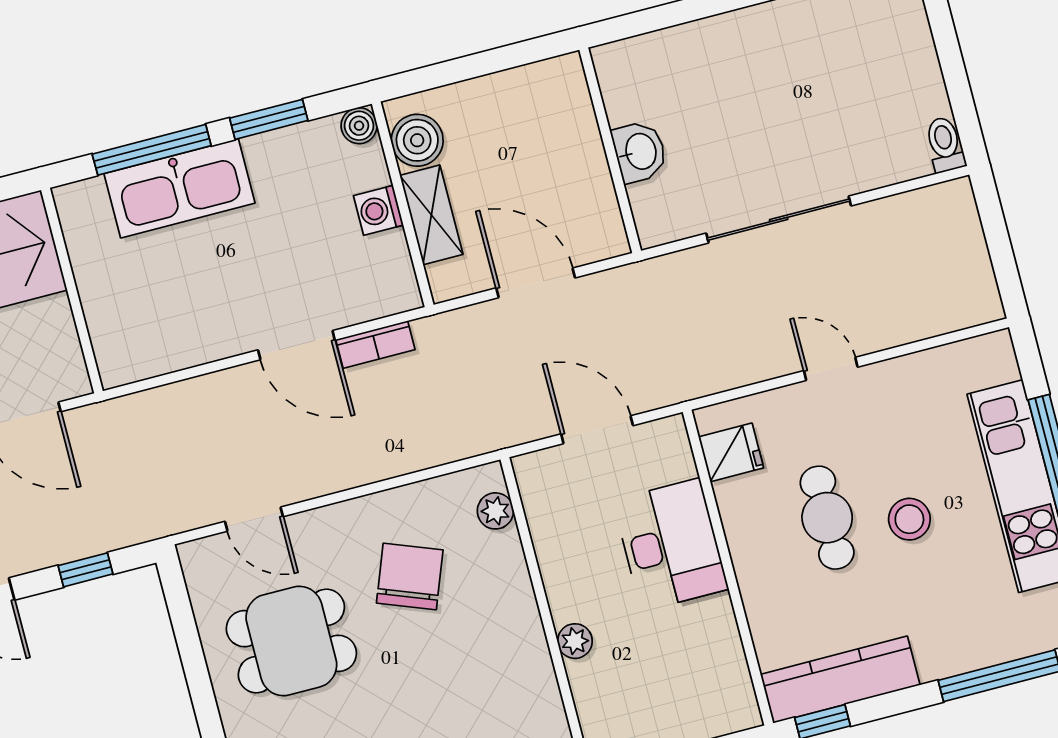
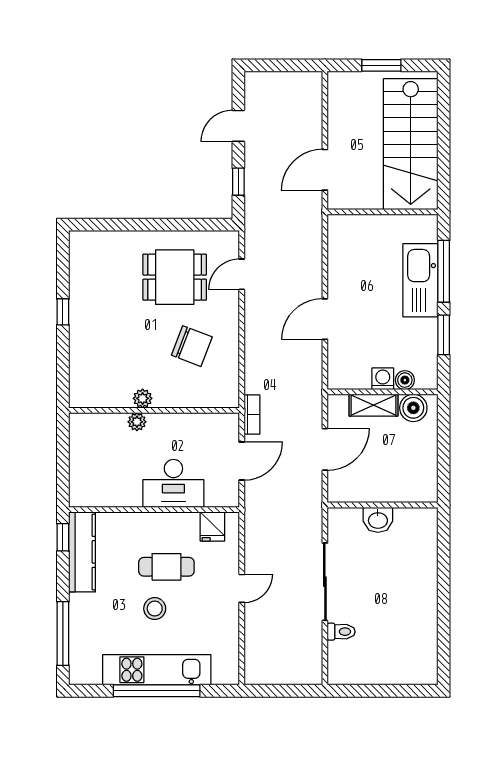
boiler: (359, 126) -> (405, 380), moved
toilet: (945, 144) -> (341, 632), moved
bookcase: (375, 345) -> (252, 415), moved, turned 180
plant: (495, 511) -> (143, 398), moved
dining table: (291, 641) -> (175, 277), turned 90

